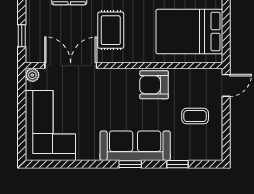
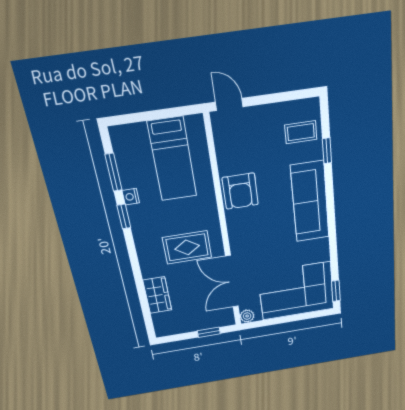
bed: (189, 32) -> (172, 159), width x0.67
coffee table: (195, 116) -> (301, 132), moved, turned 90
window: (130, 164) -> (336, 291), moved

